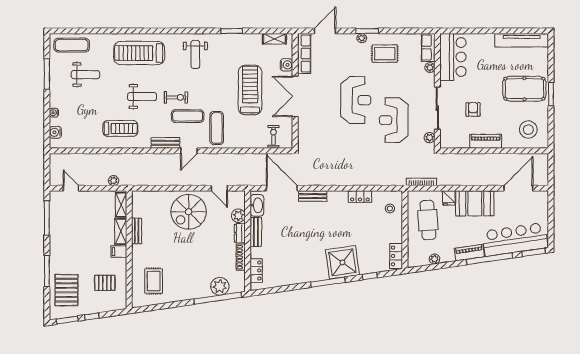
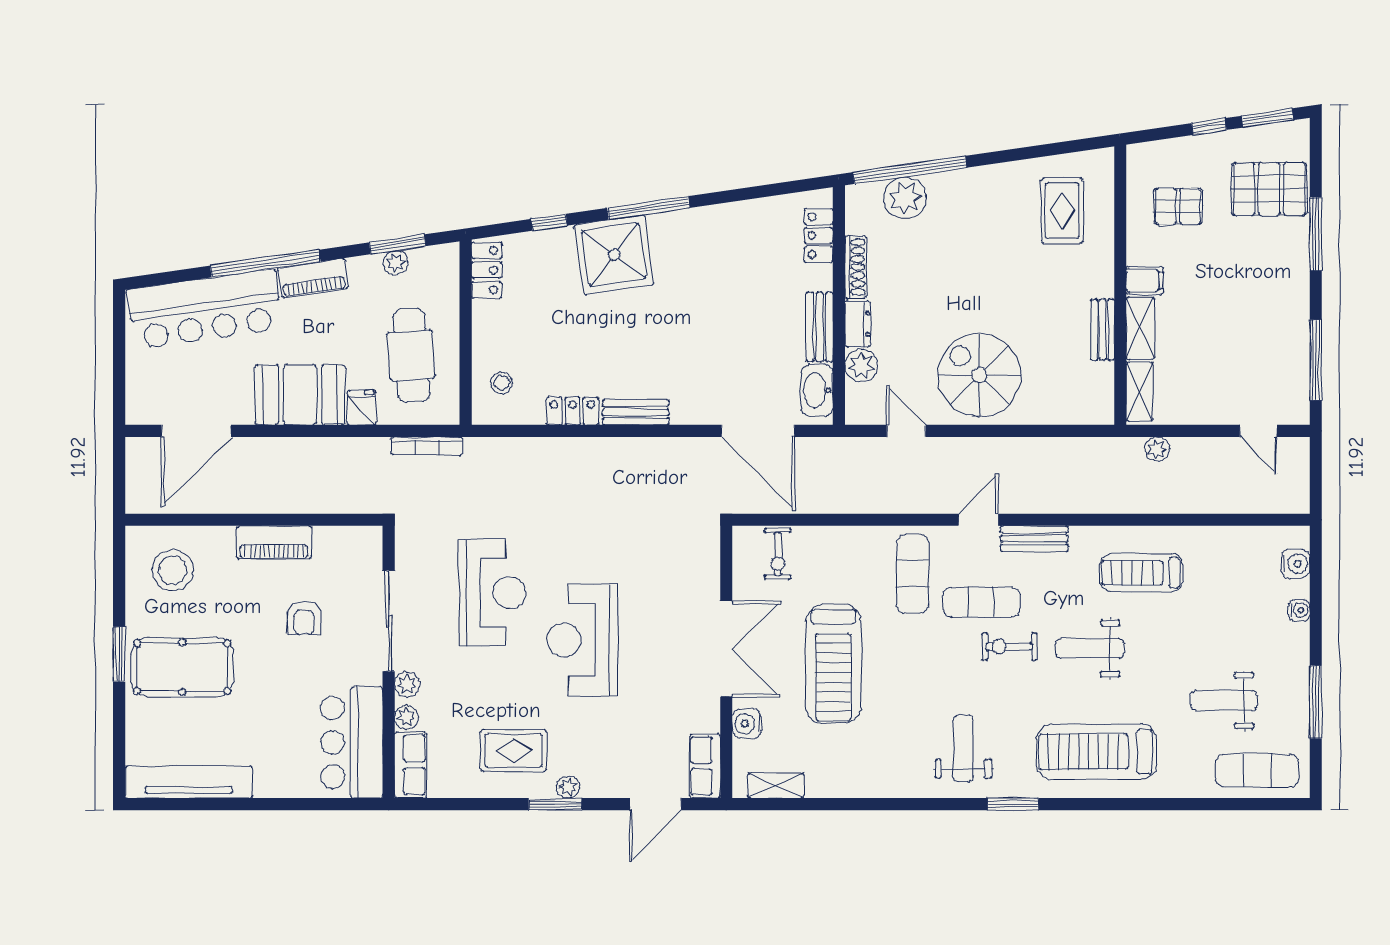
window: (232, 31) -> (1013, 804), moved
treadmill: (139, 53) -> (1097, 752), turned 180
row of seats: (304, 54) -> (705, 766), width x0.68
plant: (430, 138) -> (407, 685), moved
bench: (313, 196) -> (636, 412), moved
spiral stairs: (189, 212) -> (979, 375), turned -90
window: (534, 252) -> (397, 244), moved
pallet: (66, 290) -> (1269, 189), turned 90

